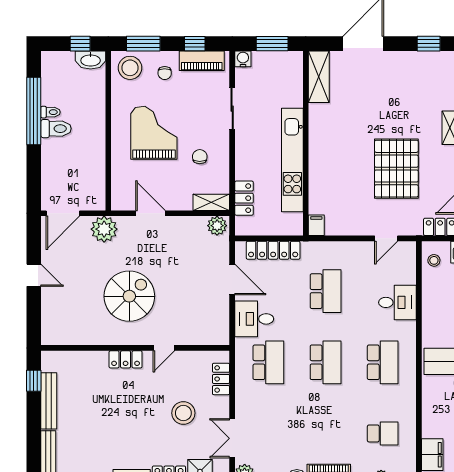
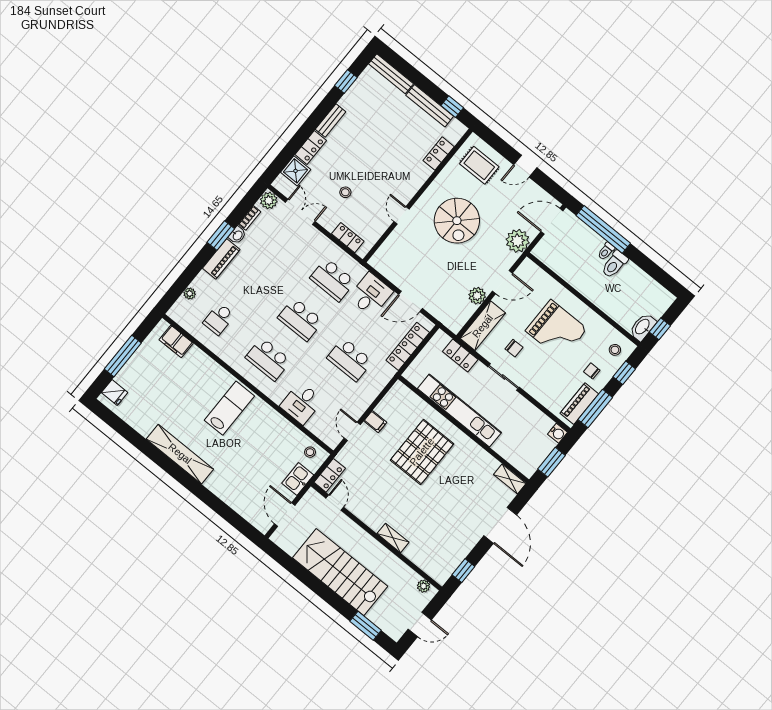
window: (143, 44) -> (624, 373), width x0.67
window: (195, 44) -> (595, 408), width x2.17
stool: (130, 68) -> (615, 350), width x0.53, depth x0.53
shelving: (319, 77) -> (510, 479), width x0.67, depth x0.75
sliding door: (232, 109) -> (504, 377), moved
window: (34, 111) -> (603, 229), moved
toilet: (51, 112) -> (606, 251), moved
pallet: (396, 169) -> (422, 452), moved, turned 90
shelving: (211, 202) -> (483, 326), width x1.50, depth x1.33
door: (63, 213) -> (552, 221), hinge flipped
filing cabinet: (316, 225) -> (375, 422), moved
plant: (217, 226) -> (477, 296), moved
rug: (65, 316) -> (479, 165), added
locker: (126, 359) -> (439, 154), moved
stool: (183, 413) -> (345, 192), width x0.53, depth x0.53

